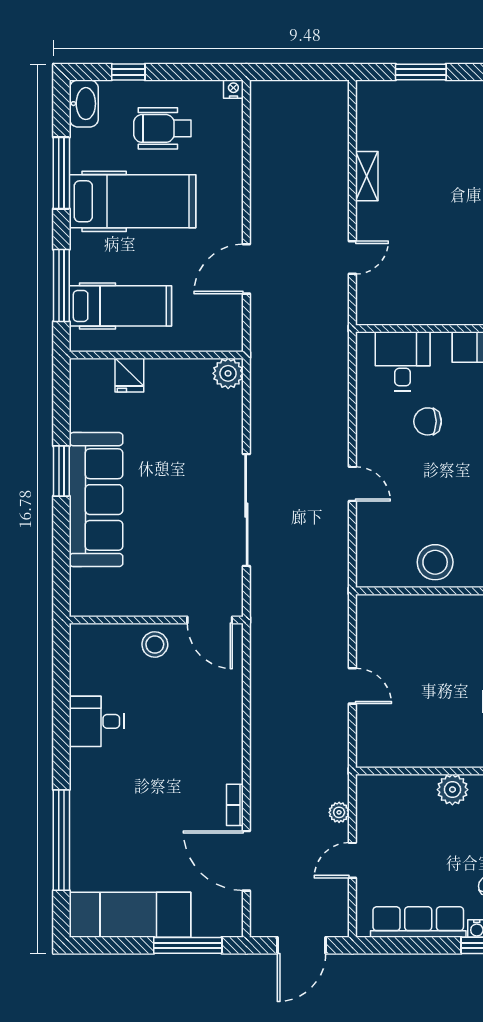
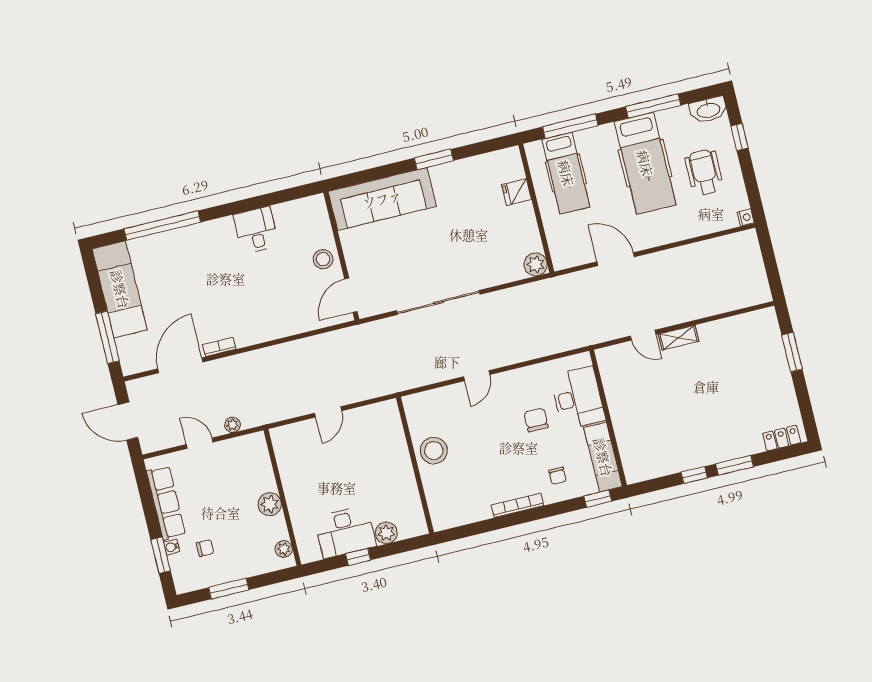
shelving: (367, 176) -> (679, 338), moved
desk: (403, 361) -> (578, 398), width x1.37
sofa: (96, 500) -> (382, 199), moved

